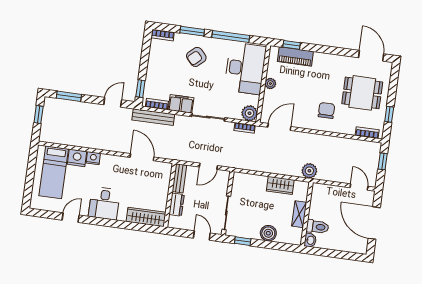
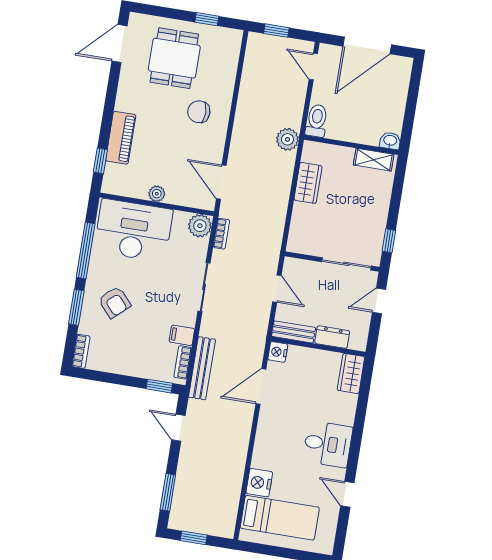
piano: (295, 56) -> (121, 138), moved
filing cabinet: (181, 104) -> (182, 335), width x0.50
bookcase: (367, 133) -> (233, 52), removed
nightstand: (93, 158) -> (278, 352), moved
door: (359, 187) -> (313, 67), hinge flipped
shelving: (299, 214) -> (374, 160), moved
wardrobe: (146, 217) -> (351, 373), width x0.67
toilet: (318, 227) -> (317, 121), moved
boiler: (268, 233) -> (378, 203), removed

